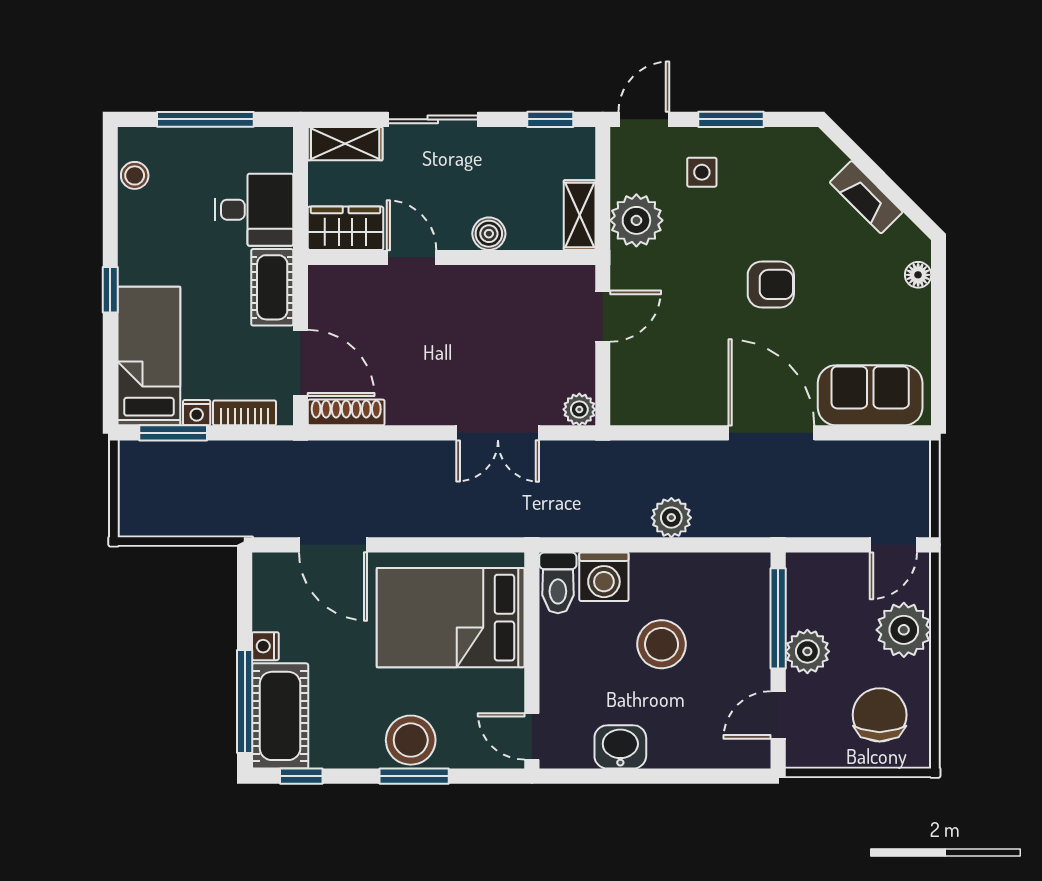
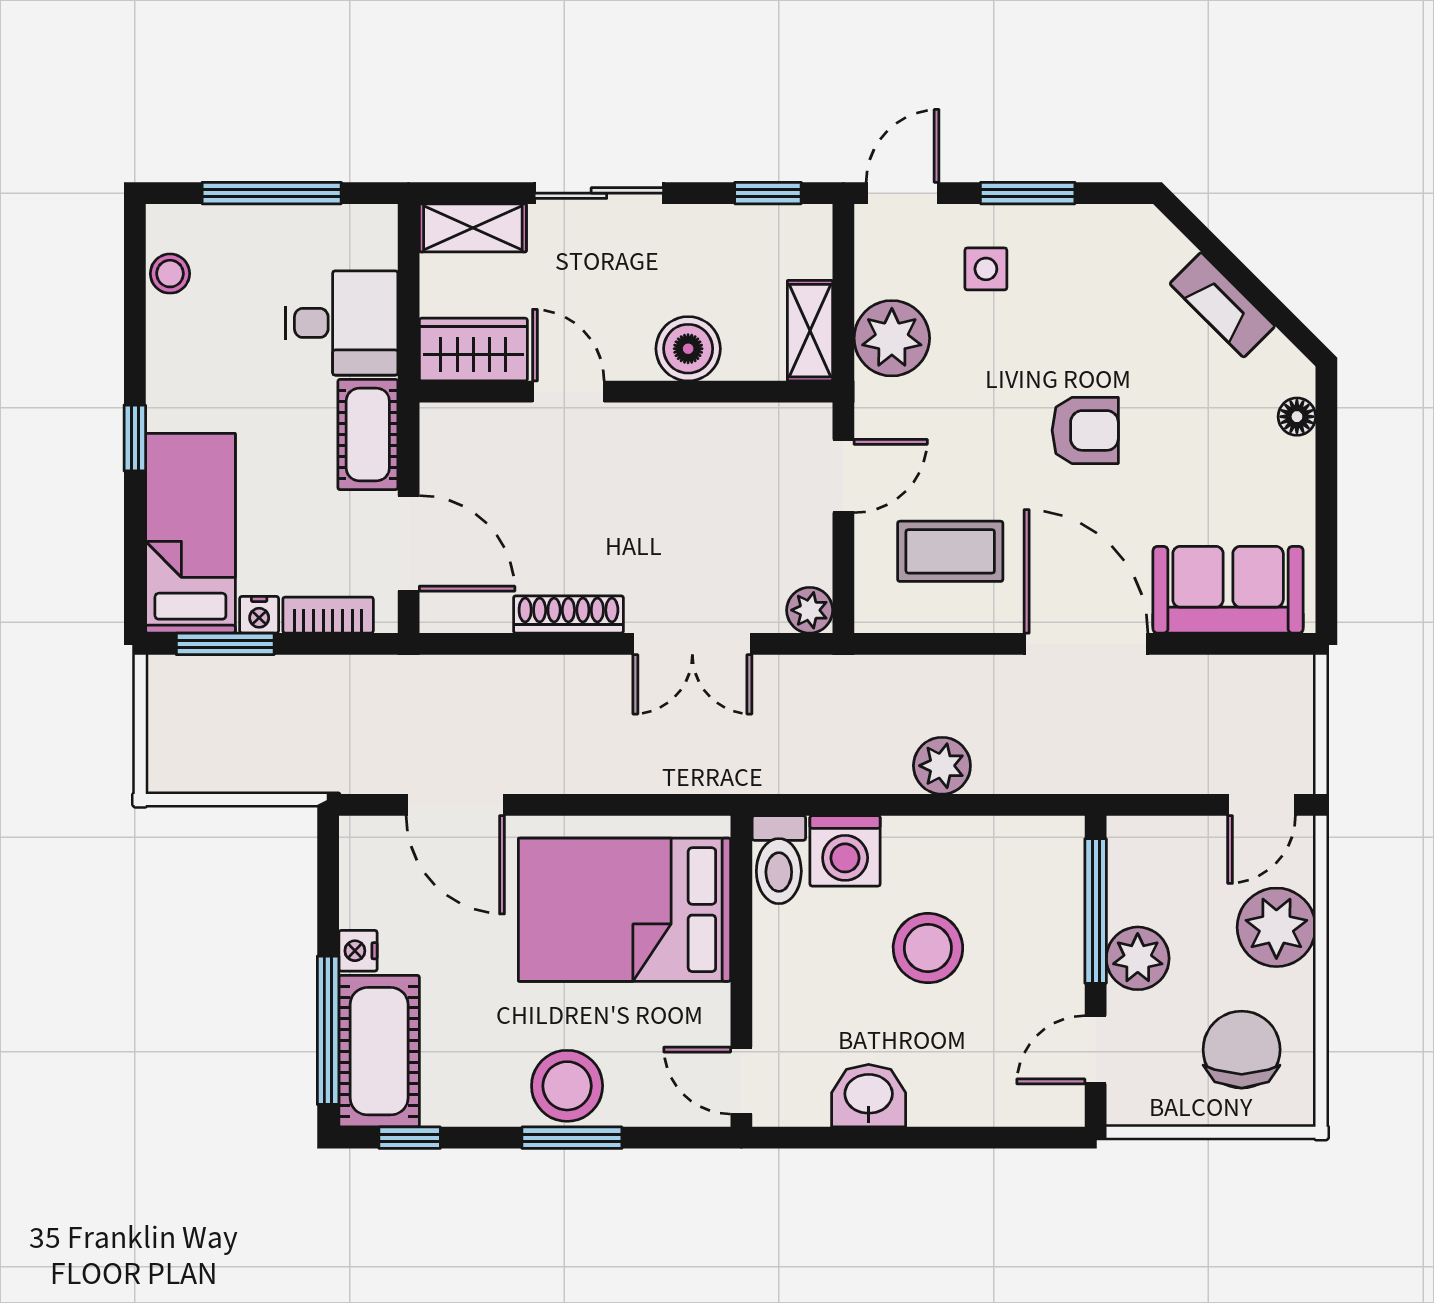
boiler: (489, 234) -> (688, 349), width x1.36, depth x1.36
coffee table: (677, 369) -> (950, 551), added
shoe rack: (346, 412) -> (568, 614), moved

